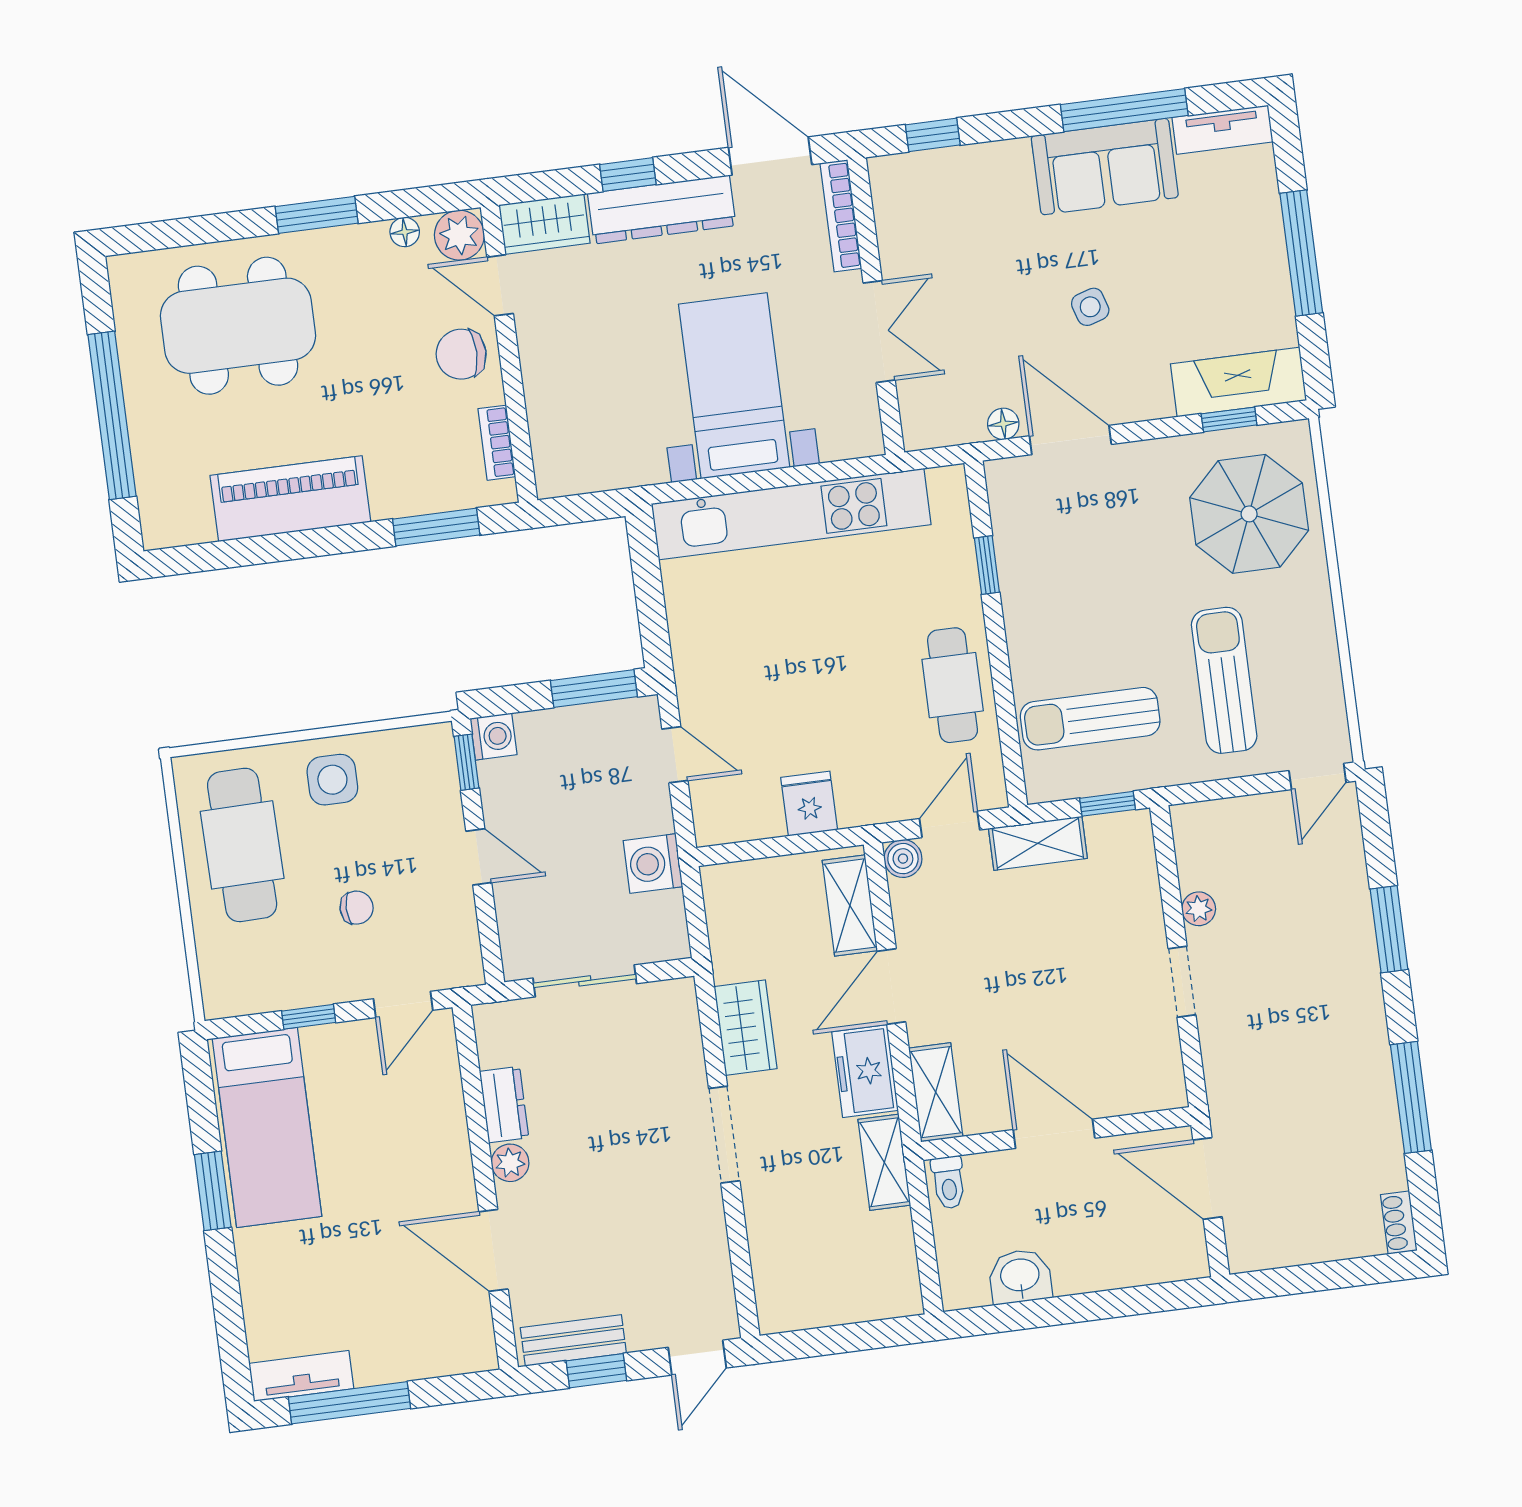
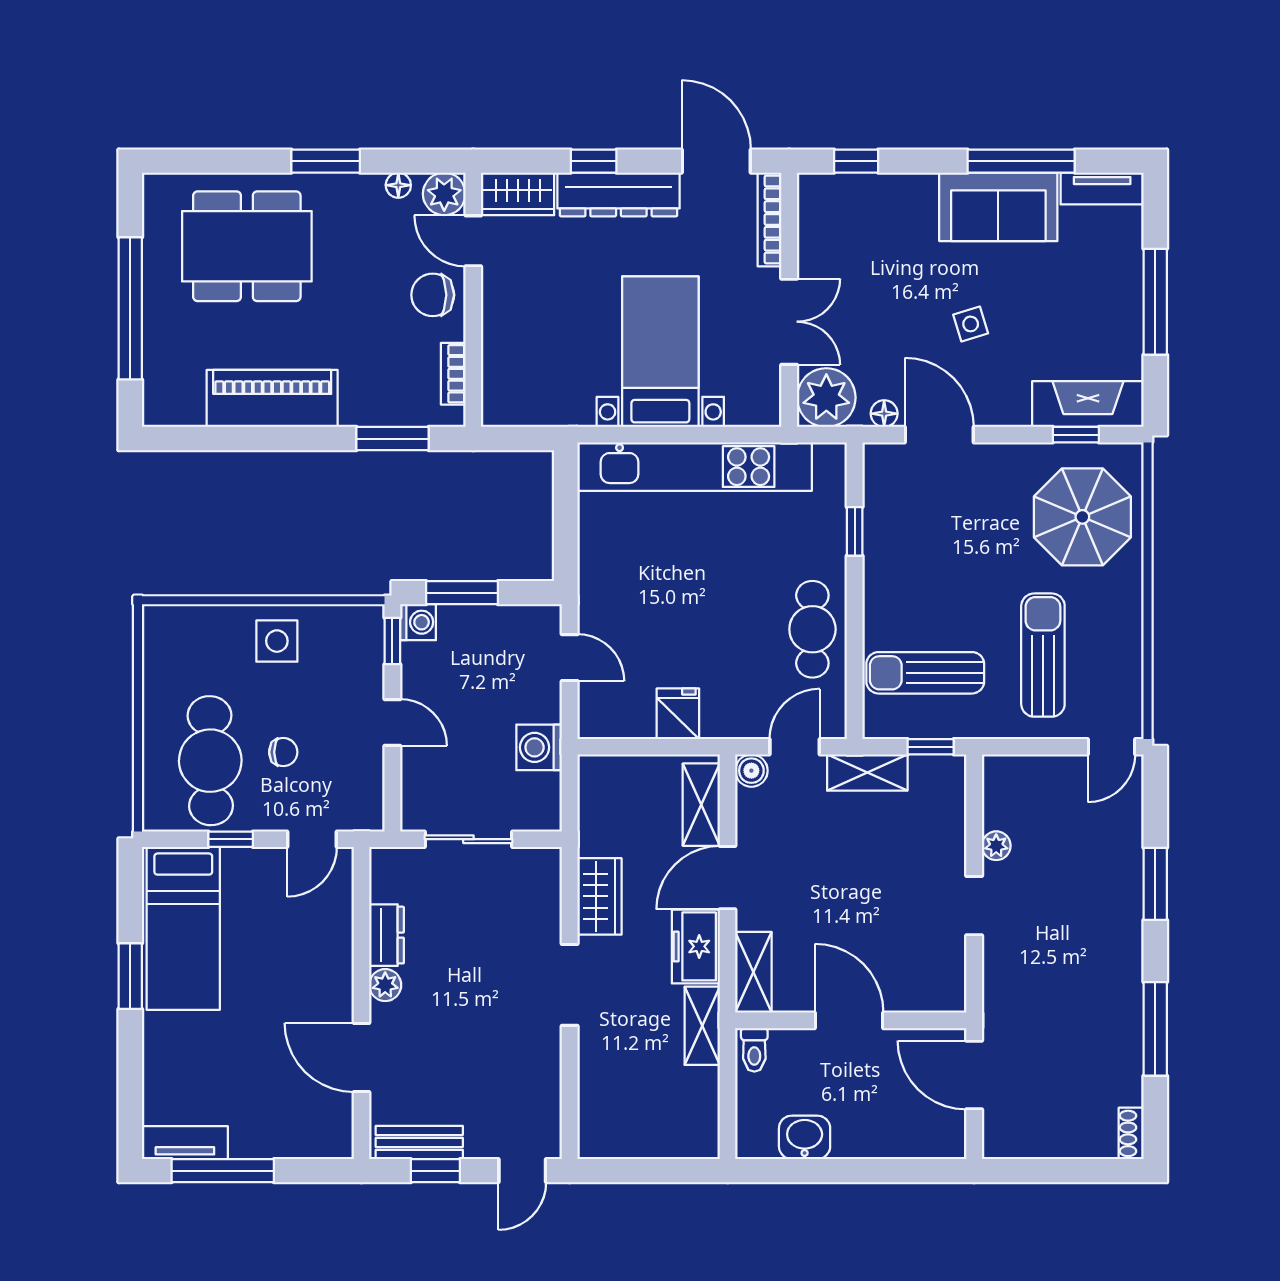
plant: (934, 414) -> (826, 398), added
window: (594, 689) -> (462, 593), moved
cafe table: (242, 845) -> (210, 761), moved

